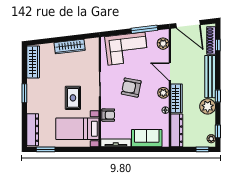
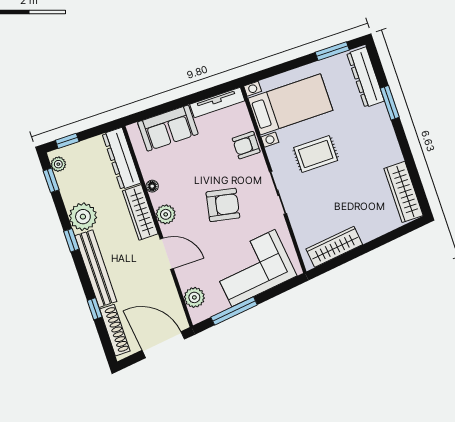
window: (218, 45) -> (95, 309), moved
wardrobe: (70, 47) -> (334, 247), moved
window: (24, 93) -> (390, 103), moved
rug: (73, 98) -> (316, 154), turned 90

